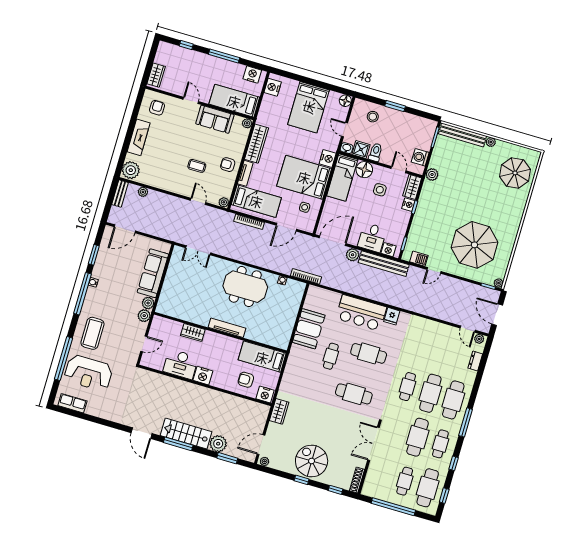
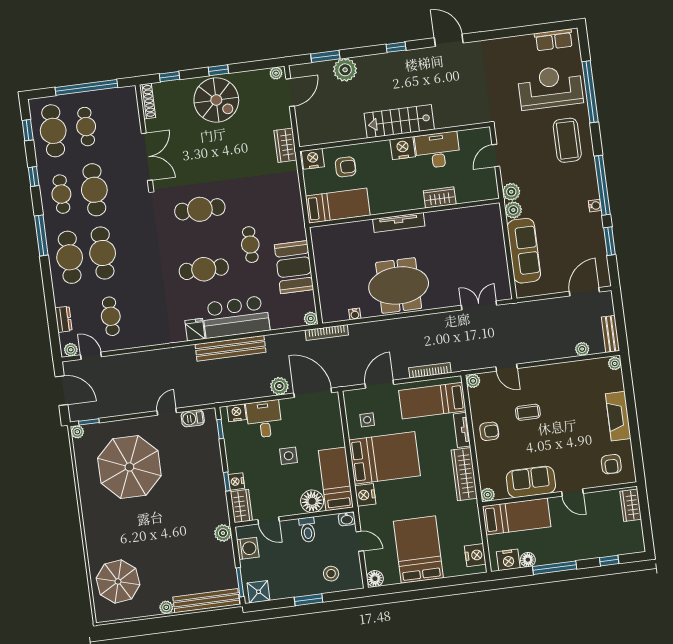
floor lamp: (239, 69) -> (528, 560), added
shower: (361, 150) -> (259, 592), moved
plant: (131, 170) -> (615, 363), width x0.53, depth x0.53
side table: (380, 190) -> (289, 456), moved
door: (333, 241) -> (313, 393), swing flipped
bench: (384, 264) -> (230, 348), moved
plant: (313, 290) -> (311, 319), added
cafe table: (408, 387) -> (111, 316), moved
stairs: (186, 434) -> (399, 121), moved, turned 180
window: (178, 444) -> (396, 47), width x0.46

